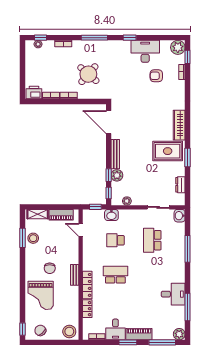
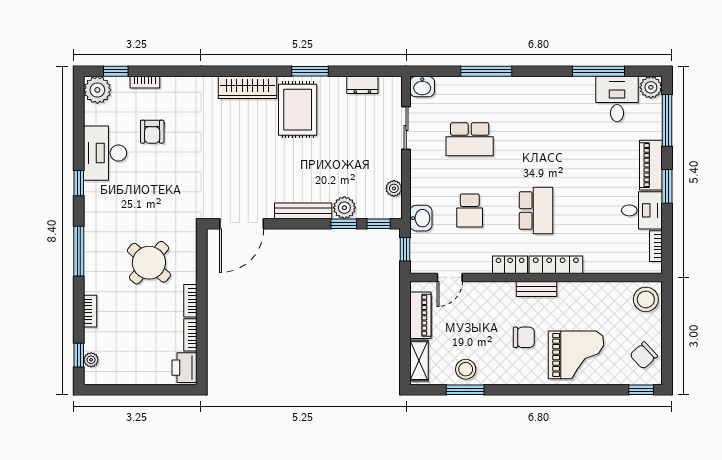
school desk: (115, 275) -> (536, 210), turned 180
desk: (173, 294) -> (617, 99), moved
locker: (87, 309) -> (510, 265), moved

